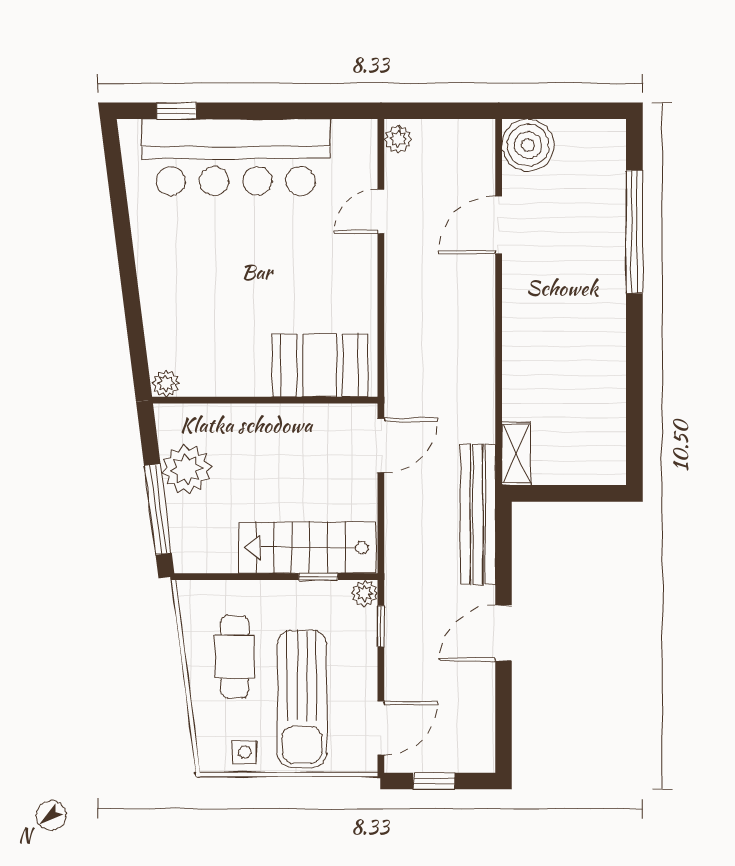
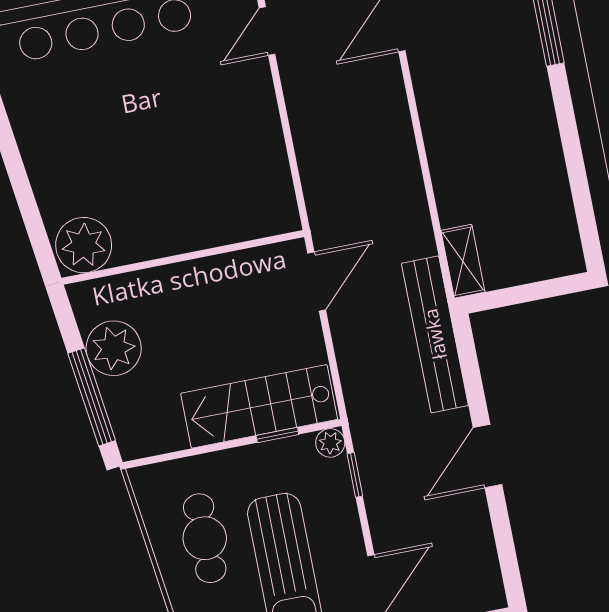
booth: (320, 365) -> (234, 209), removed
plant: (166, 383) -> (84, 245), width x1.87, depth x1.87

